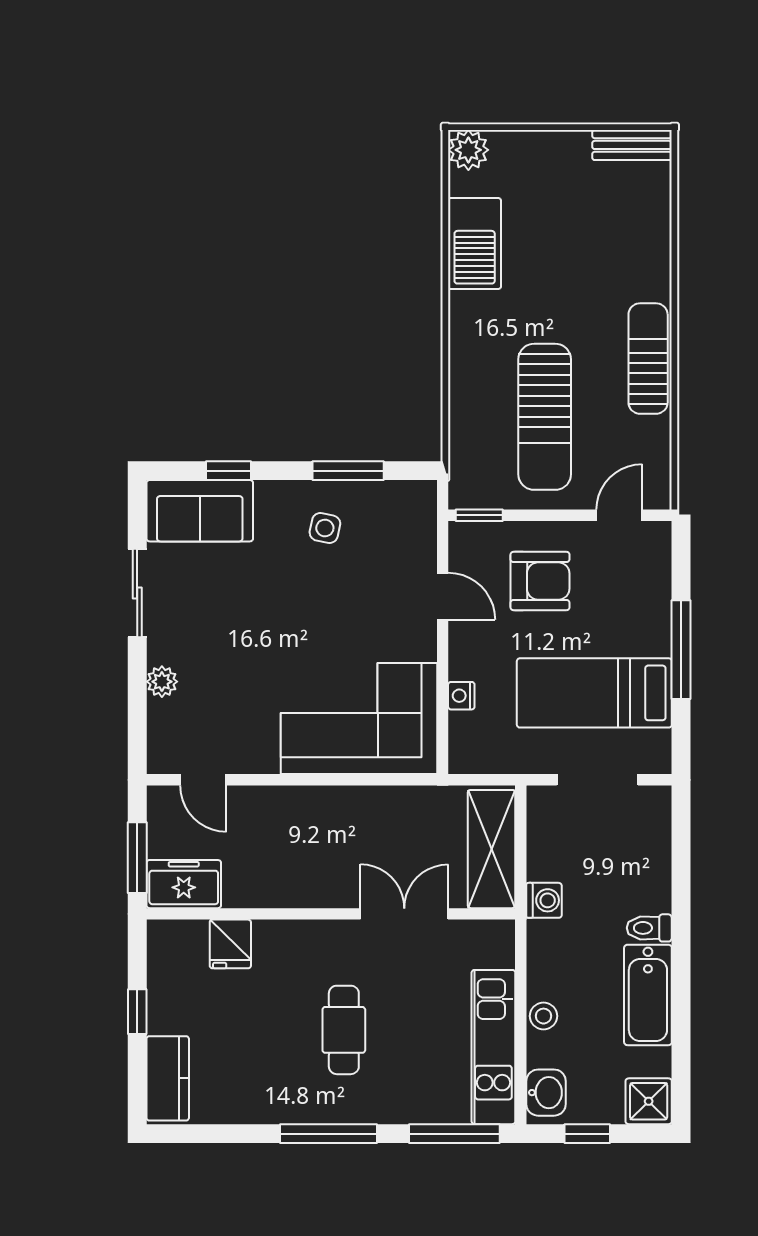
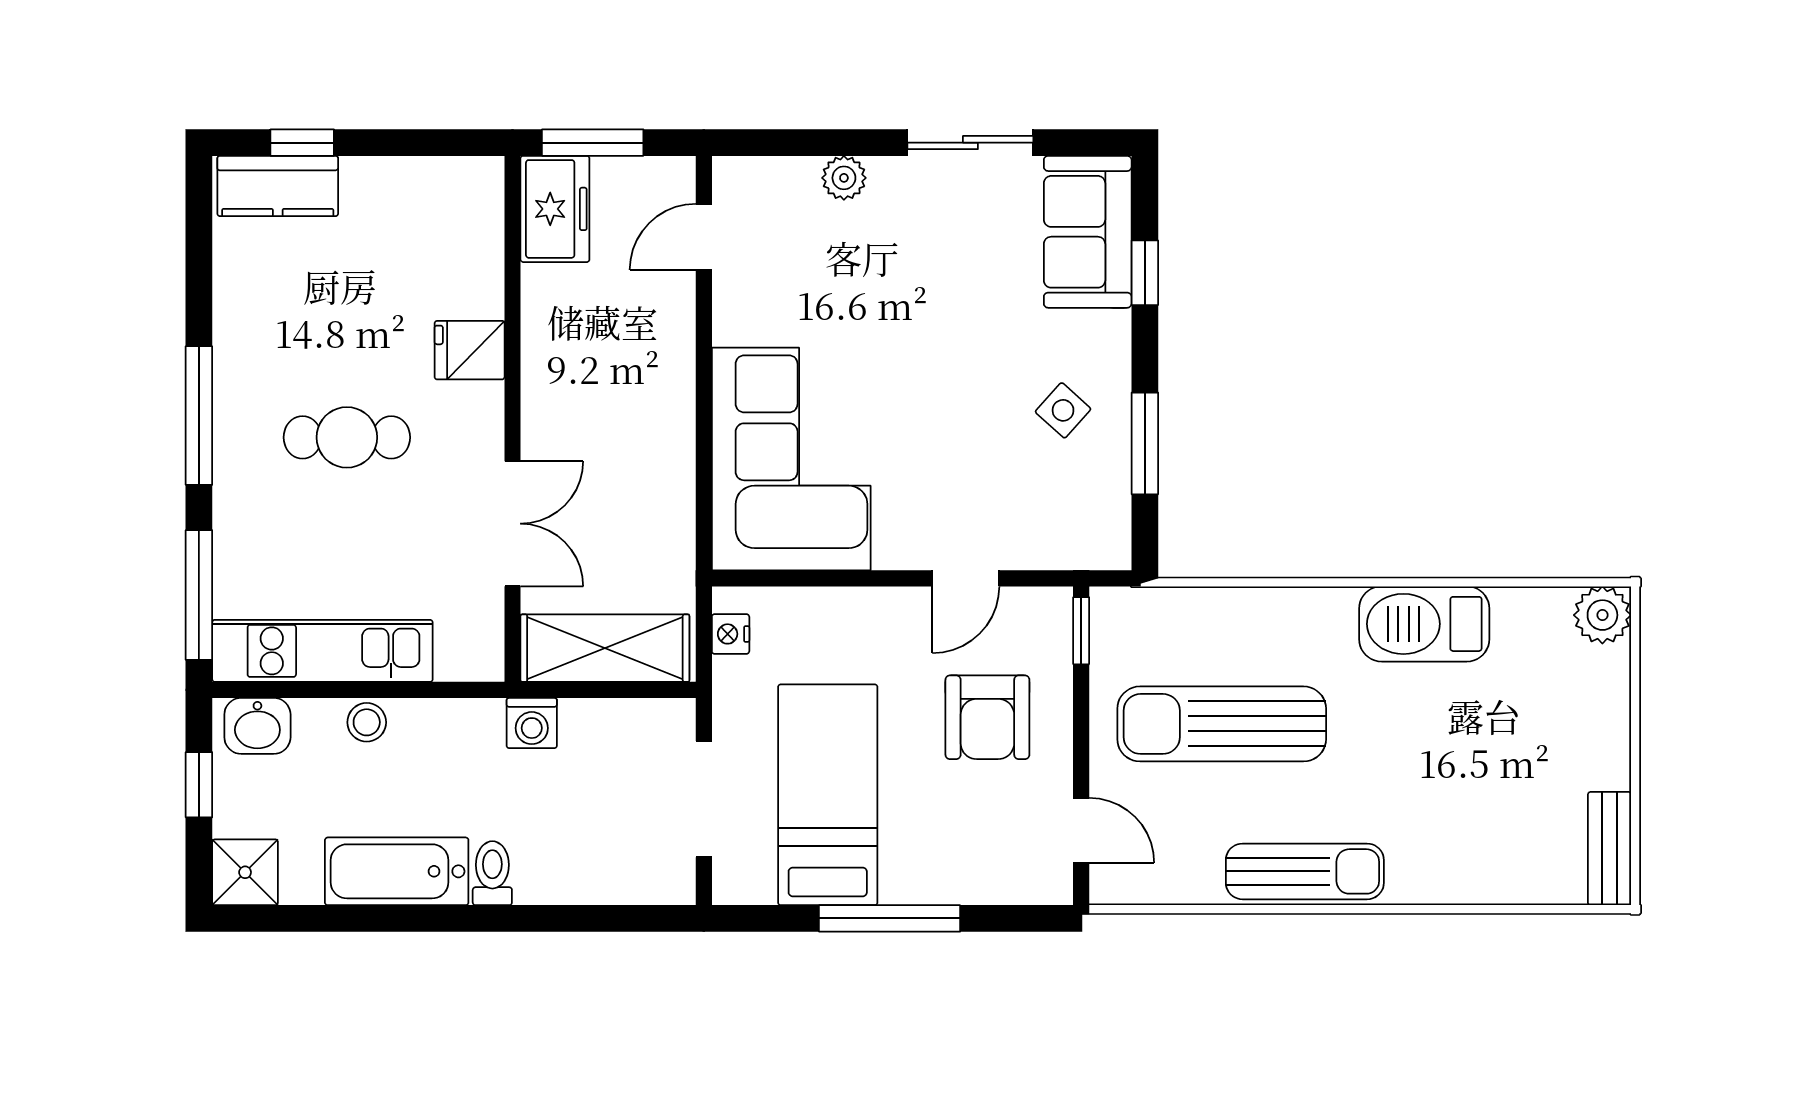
barbecue: (475, 244) -> (1424, 624), moved
side table: (325, 528) -> (1063, 410), turned 30
nightstand: (461, 696) -> (731, 634), moved, turned -90
fridge: (230, 944) -> (470, 350), moved
window: (137, 1012) -> (302, 143), moved

